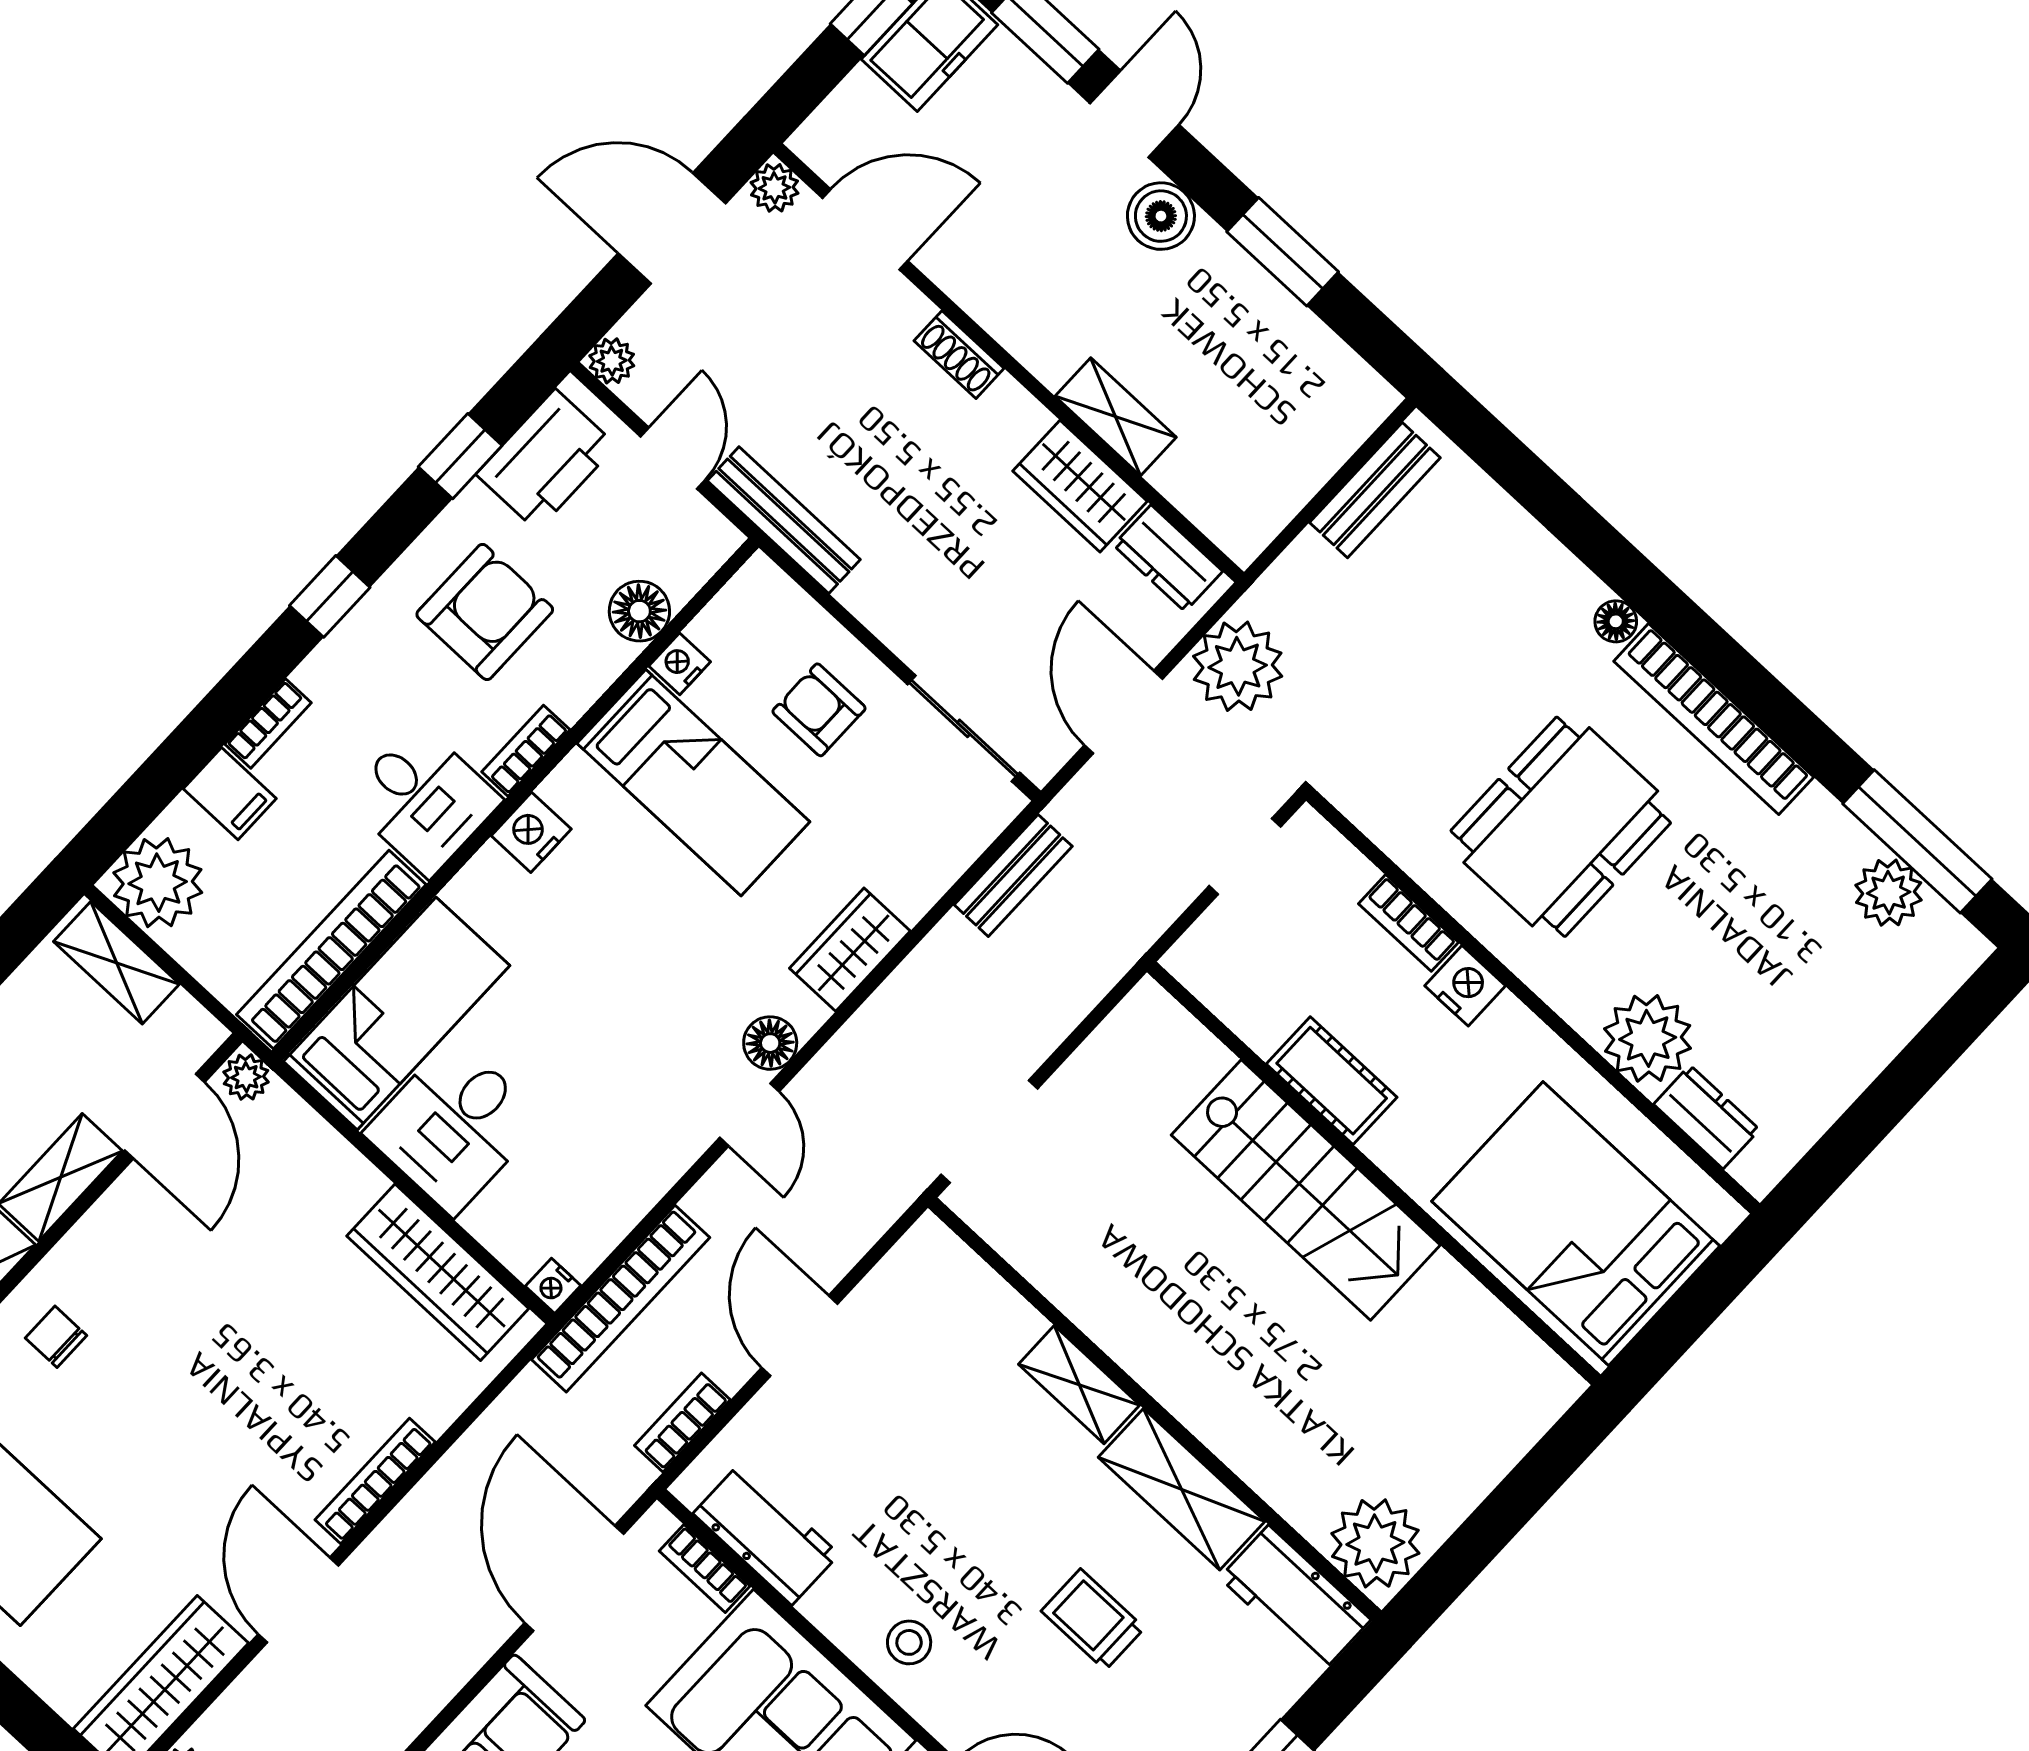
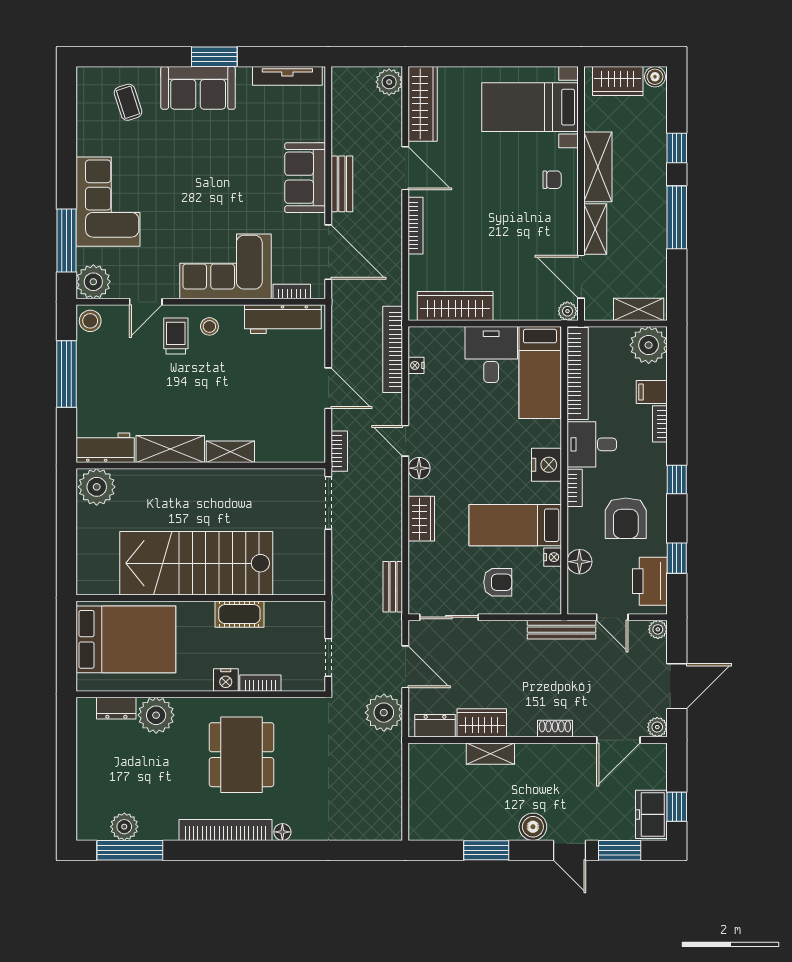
bench: (1375, 490) -> (342, 184), moved
nightstand: (531, 832) -> (546, 465), width x1.36, depth x1.33
stairs: (1306, 1190) -> (196, 563), width x1.36, depth x1.51
nightstand: (553, 1286) -> (416, 365), moved, turned -90
bookcase: (682, 1423) -> (339, 451), moved
workbench: (766, 1534) -> (283, 319), width x1.38
trolley: (1093, 1620) -> (176, 336), moved, turned -90

